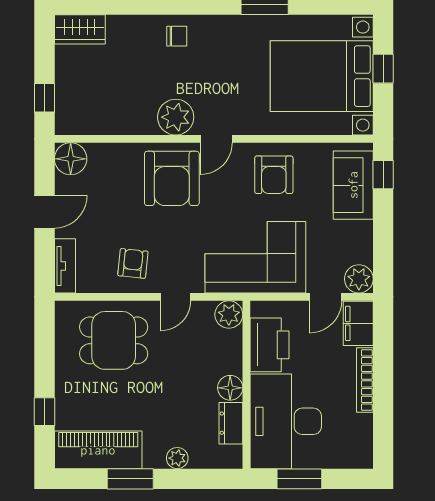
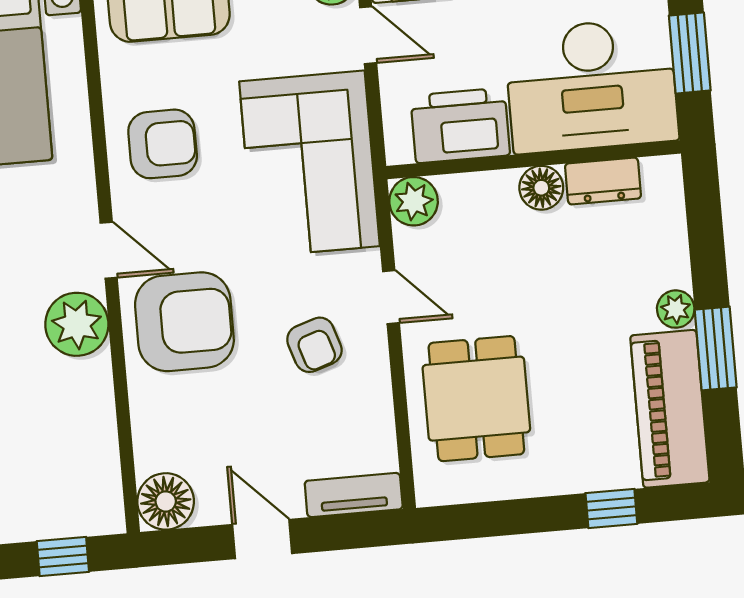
armchair: (133, 263) -> (314, 345), moved, turned -114
plant: (177, 458) -> (676, 309), moved

